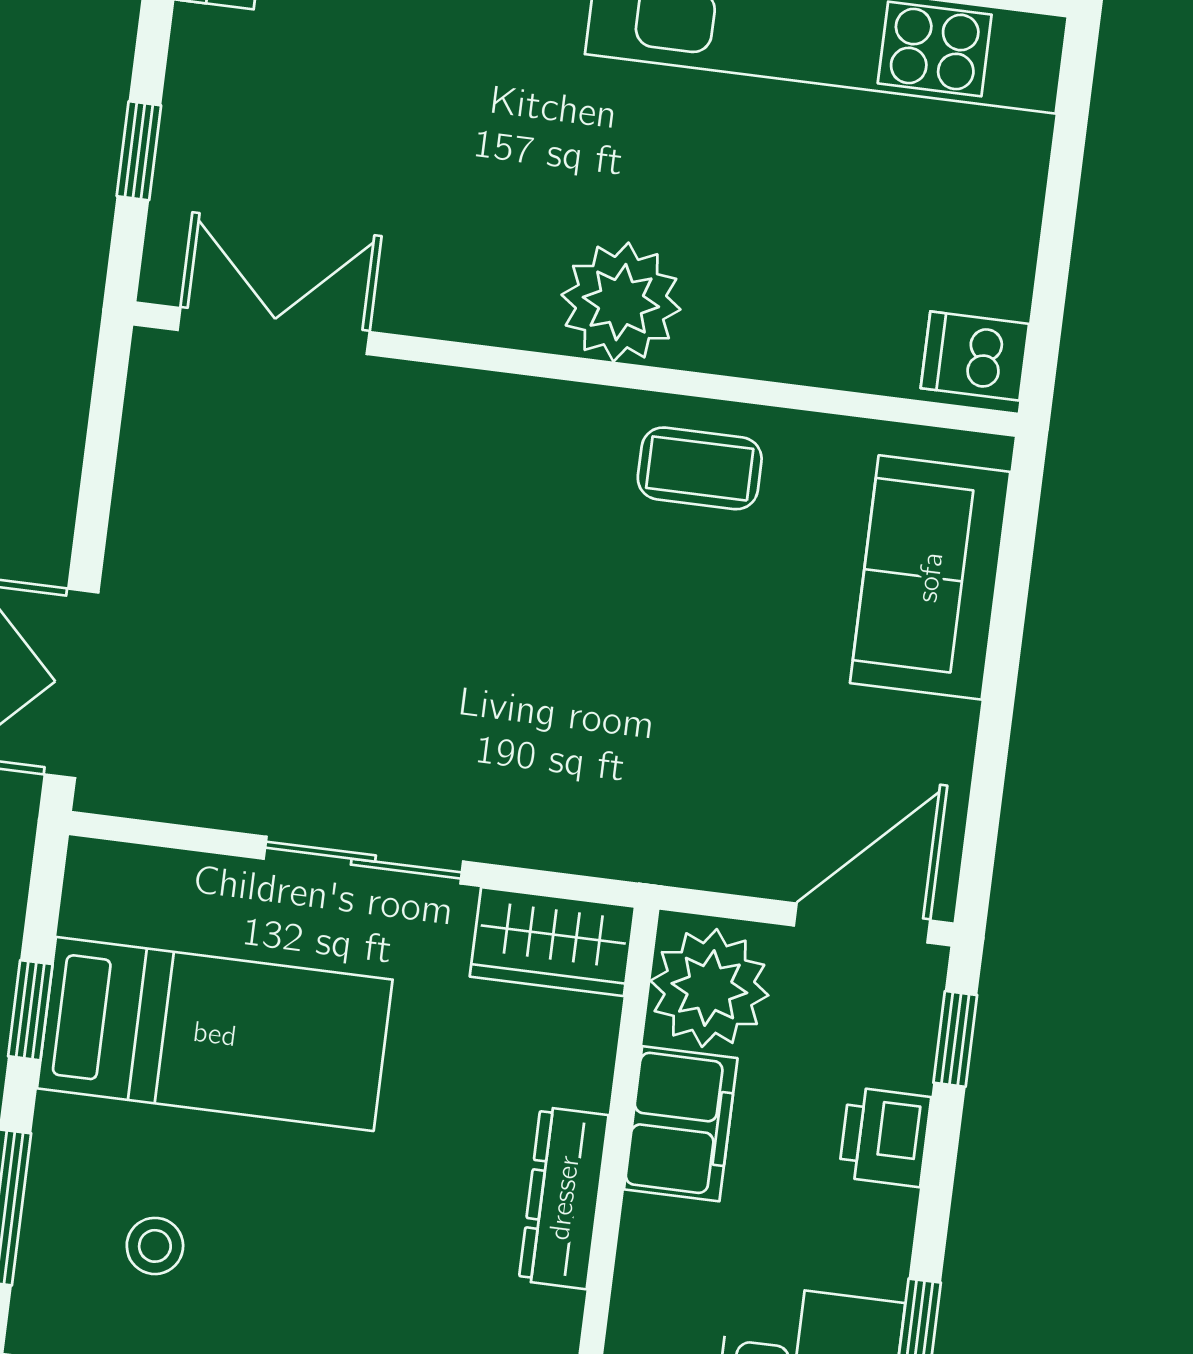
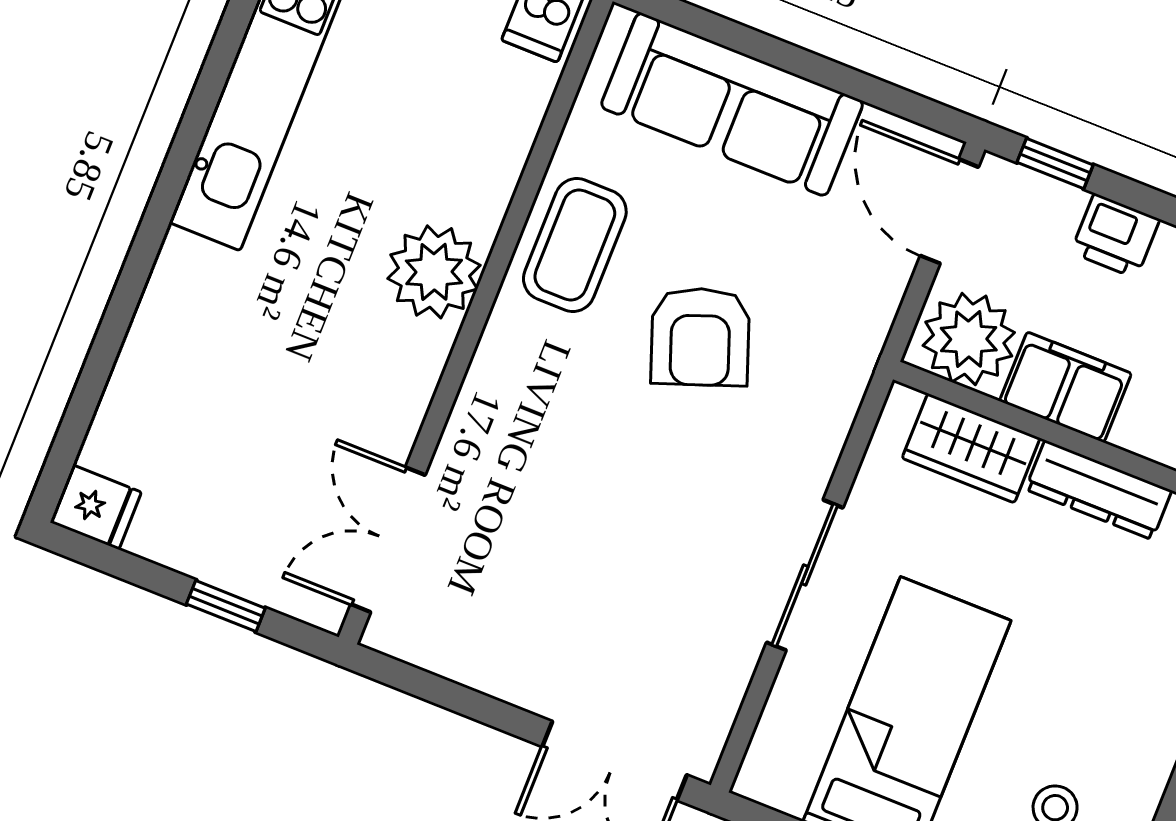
coffee table: (700, 468) -> (575, 245), width x1.36, depth x1.30
sofa: (930, 577) -> (732, 104), width x1.36
armchair: (626, 654) -> (700, 337), added
wardrobe: (552, 942) -> (971, 448), moved, turned 90

